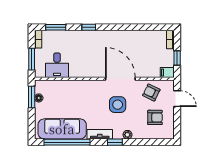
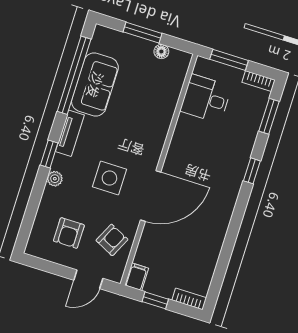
window: (32, 97) -> (143, 33), moved
sofa: (62, 129) -> (95, 85), width x0.73

